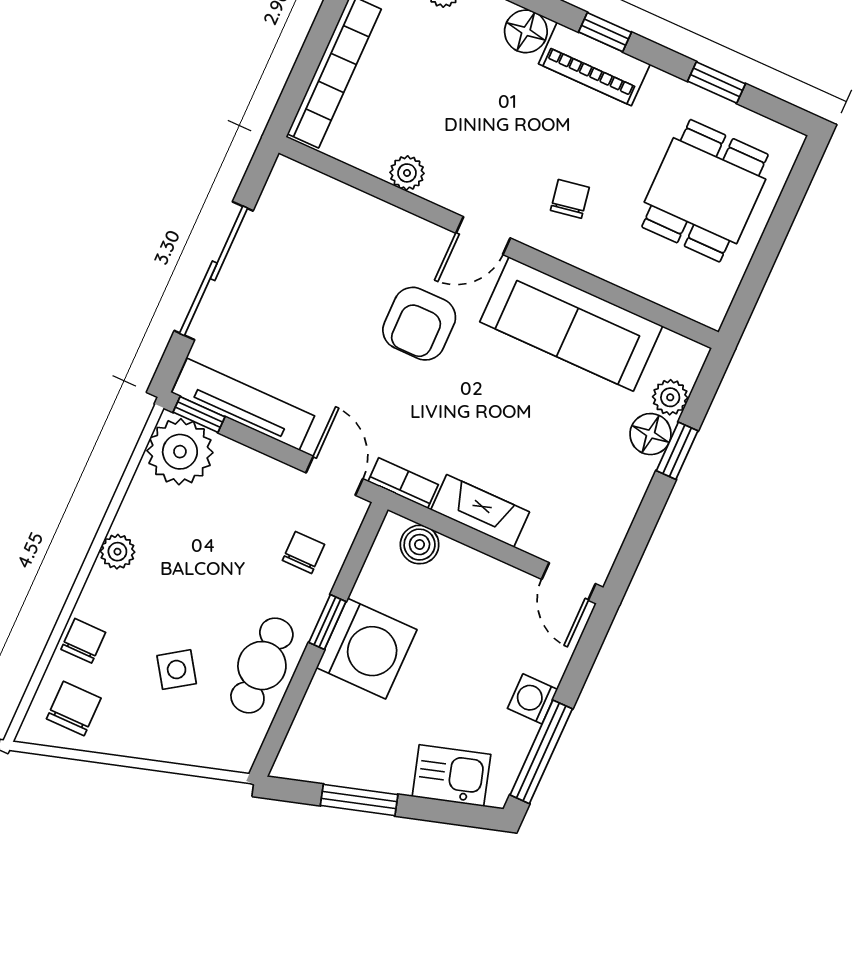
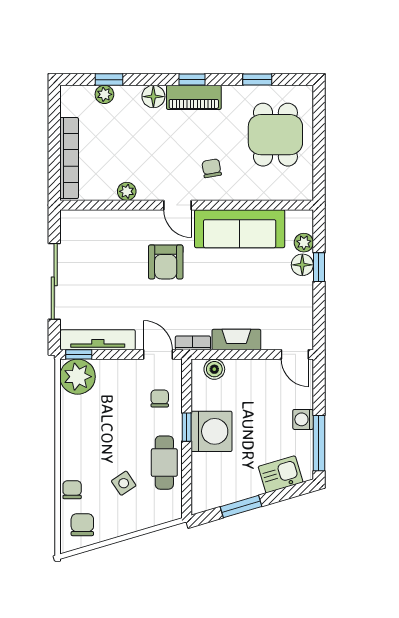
door: (483, 236) -> (177, 205), hinge flipped
plant: (117, 552) -> (69, 439), removed

